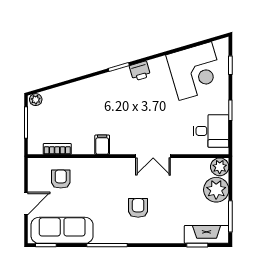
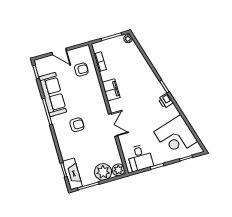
filing cabinet: (102, 145) -> (111, 90), width x2.00
double door: (153, 156) -> (113, 125), swing flipped
sofa: (62, 230) -> (53, 94), moved

